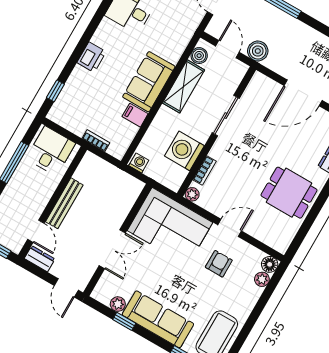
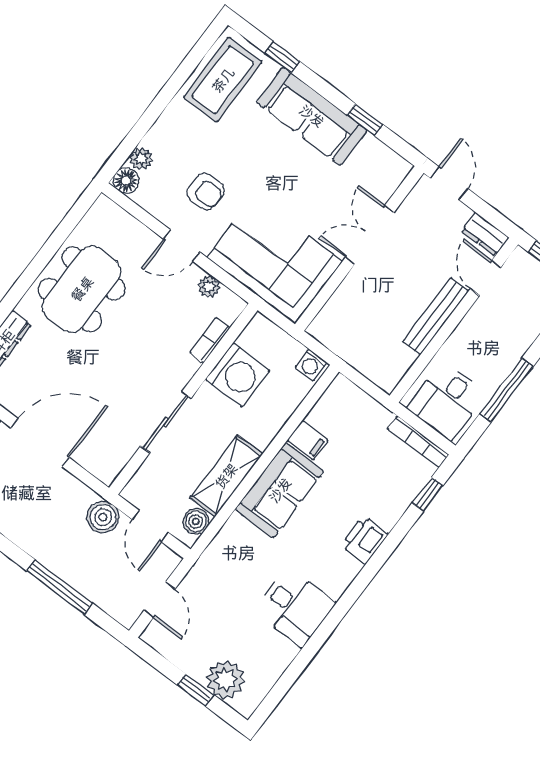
bookcase: (96, 141) -> (418, 442), moved, width x1.56
dining table: (289, 193) -> (82, 289), width x1.38
plant: (192, 194) -> (209, 287), moved
armchair: (219, 264) -> (206, 192), turned -90
plant: (118, 304) -> (372, 148), removed

